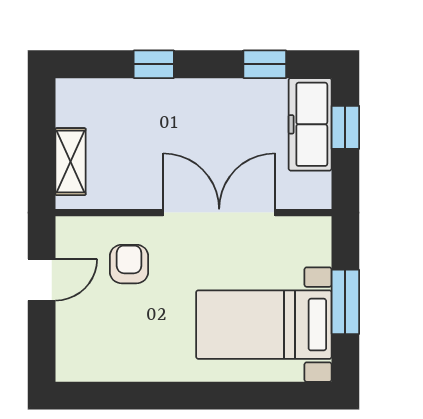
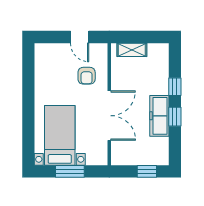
window: (265, 64) -> (175, 117), moved
freezer: (310, 124) -> (159, 116), moved, turned -90
armchair: (129, 264) -> (87, 76), turned 90

